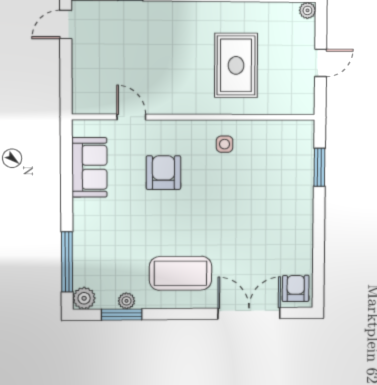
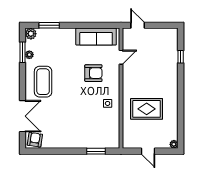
door: (66, 25) -> (138, 25), moved
sofa: (89, 167) -> (96, 37), width x1.36
window: (67, 262) -> (49, 25), width x0.69
armchair: (296, 288) -> (35, 140), turned -81

